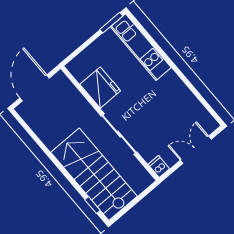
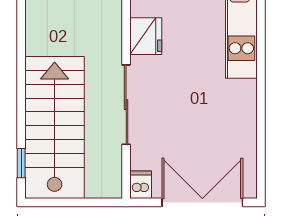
fridge: (100, 88) -> (146, 36), width x0.73, depth x0.75
double door: (196, 150) -> (202, 202), width x1.37

